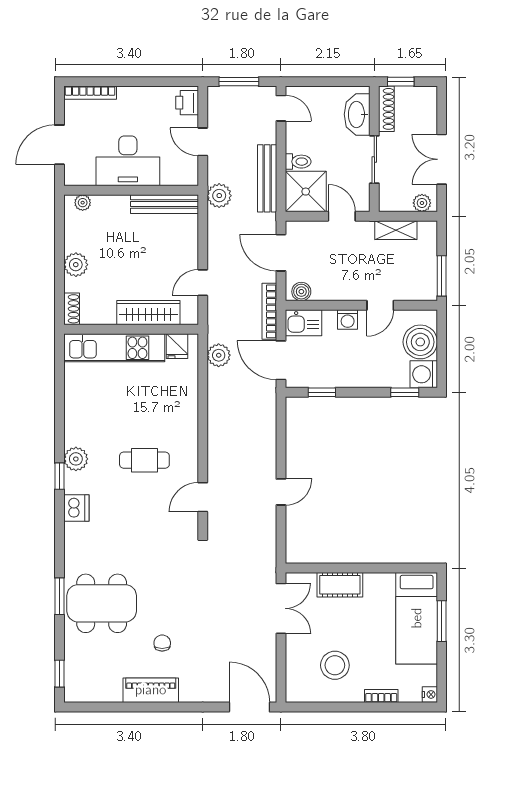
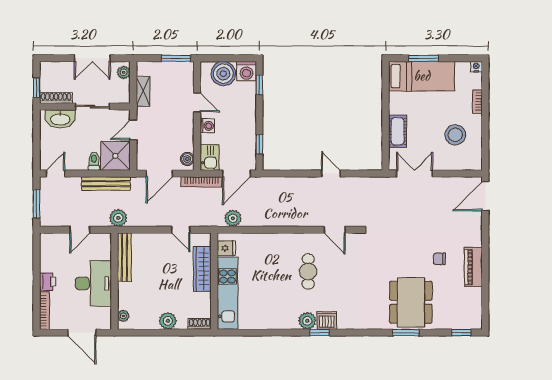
printer: (187, 103) -> (48, 282), moved, turned -90
dishwasher: (76, 508) -> (327, 320), moved

